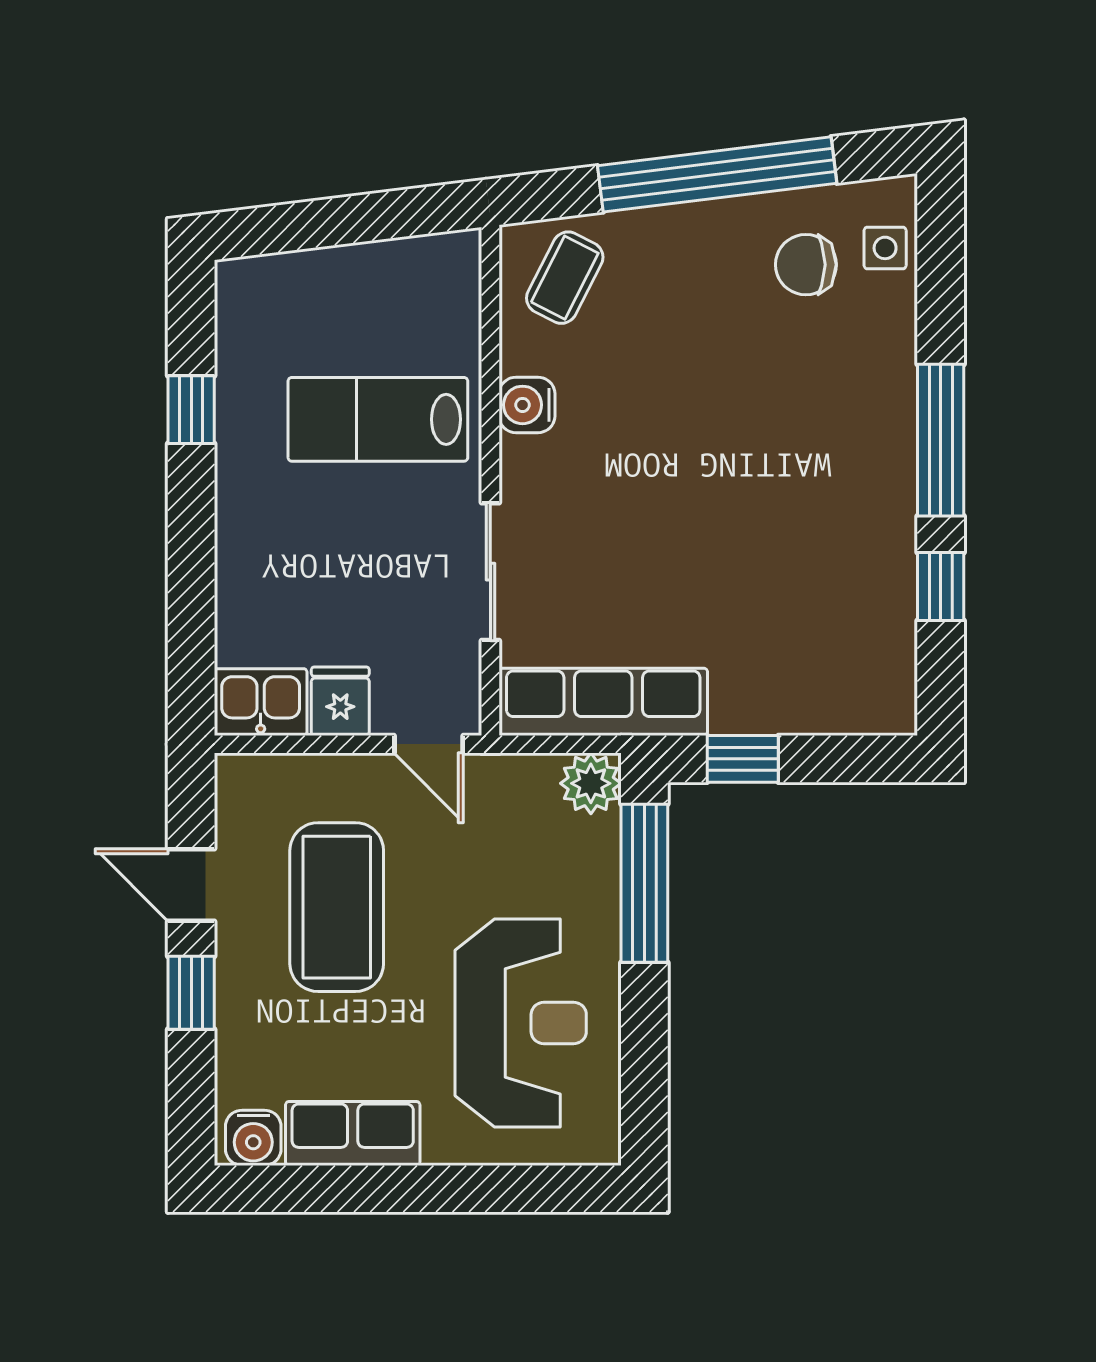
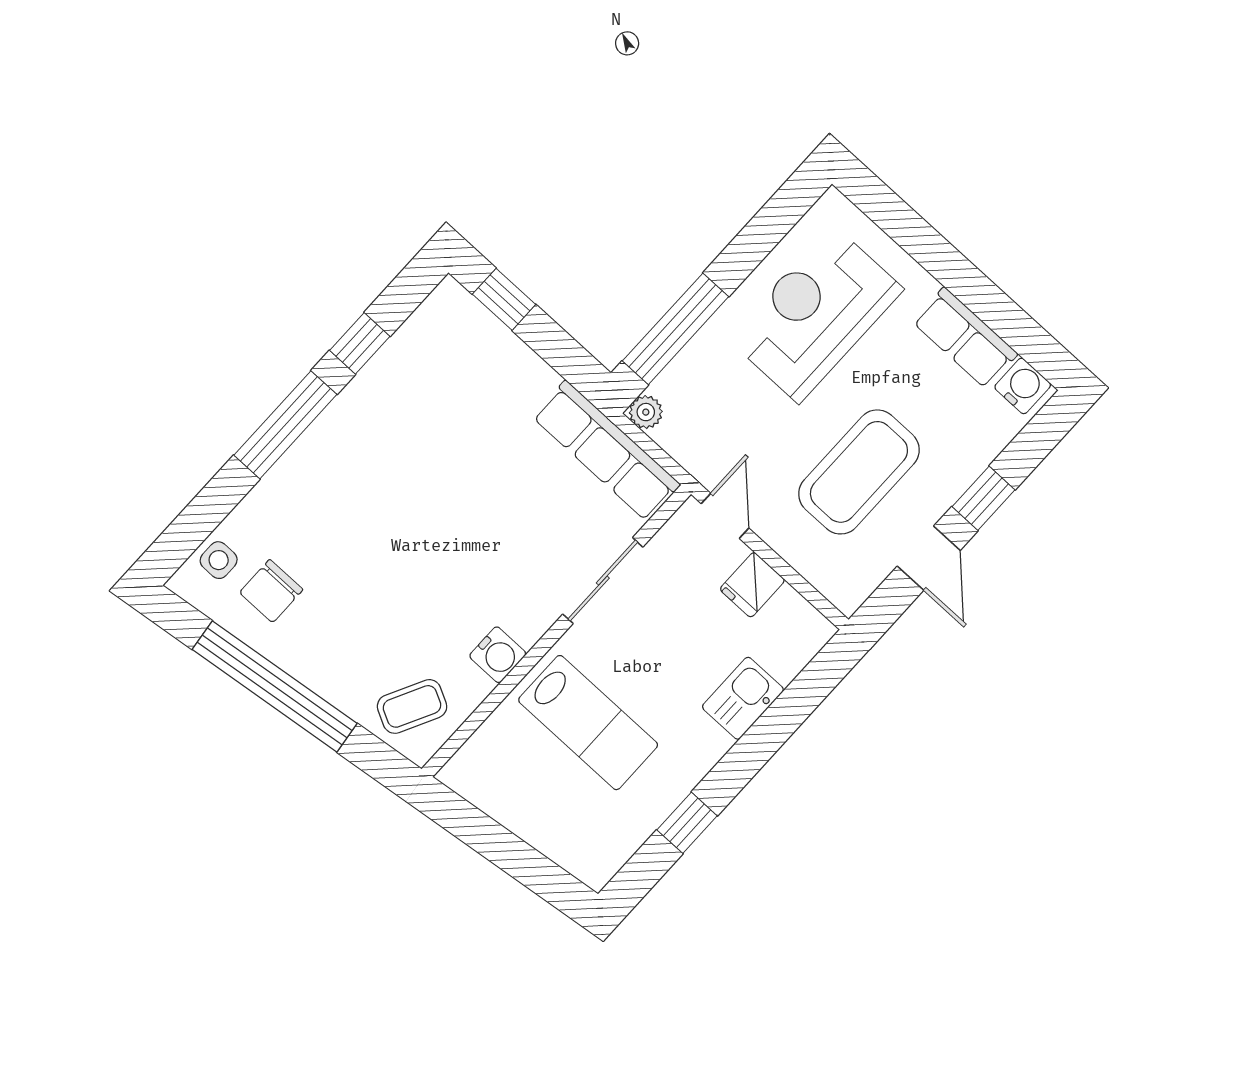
chair: (806, 265) -> (271, 591), turned 90
kitchen sink: (261, 702) -> (743, 698), moved, turned 90
window: (743, 759) -> (504, 299), moved
plant: (591, 783) -> (646, 412), width x0.73, depth x0.73

